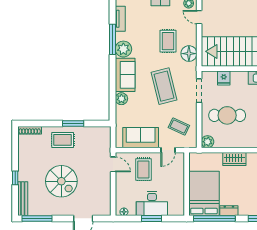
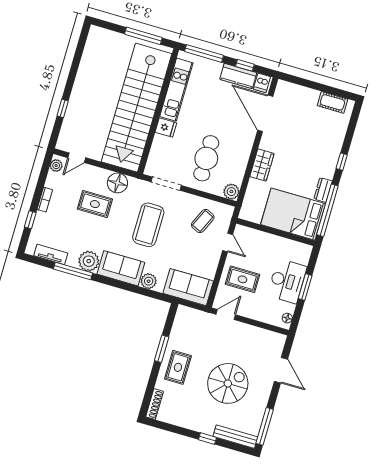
fridge: (224, 78) -> (166, 128), moved
coffee table: (164, 86) -> (148, 225), turned -76
sofa: (141, 138) -> (188, 287), moved, turned 90

